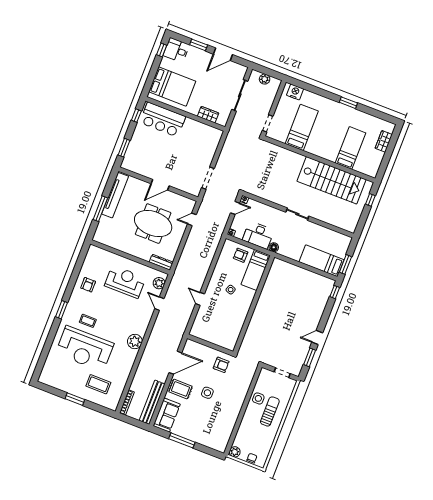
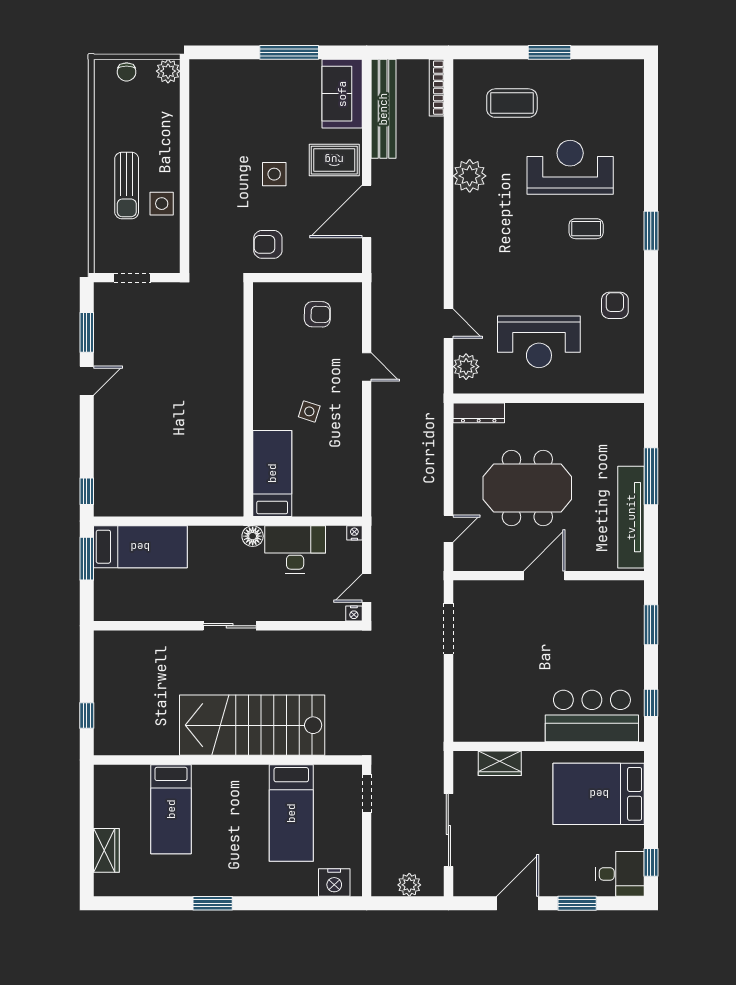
stairs: (331, 180) -> (252, 725), moved
armchair: (241, 255) -> (317, 314), moved
plant: (135, 342) -> (470, 176), moved
reception desk: (85, 349) -> (570, 167), width x0.74, depth x0.77

